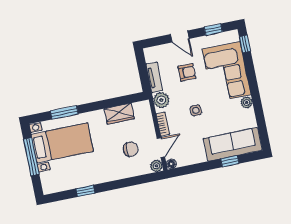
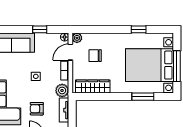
wardrobe: (119, 114) -> (93, 86), width x1.50
bed with nightstands: (62, 143) -> (150, 65), width x1.36
window: (230, 161) -> (40, 29), moved

